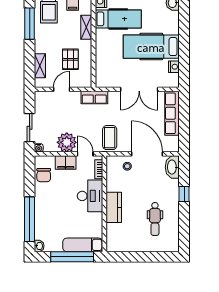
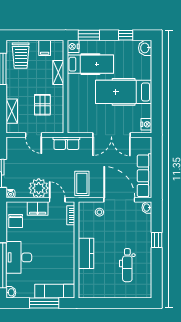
nightstand: (174, 67) -> (146, 124), moved
door: (62, 89) -> (34, 135), swing flipped
row of seats: (172, 113) -> (145, 176), moved
washbasin: (172, 167) -> (147, 208), width x0.52, depth x0.69
desk: (90, 196) -> (19, 257), moved, turned 180
window: (72, 257) -> (44, 303), width x0.68

